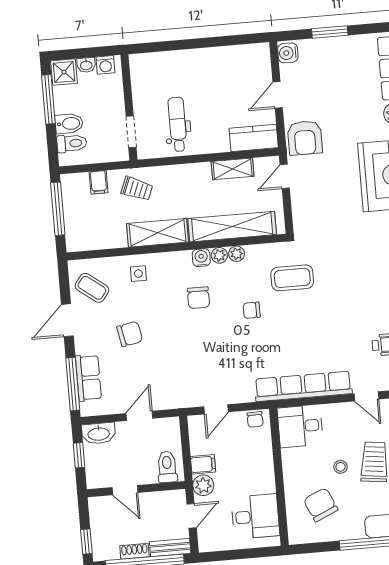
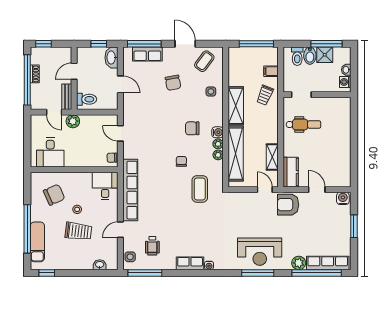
shower: (64, 72) -> (325, 55), moved
filing cabinet: (203, 464) -> (86, 122), removed
bench: (170, 547) -> (67, 97), moved

